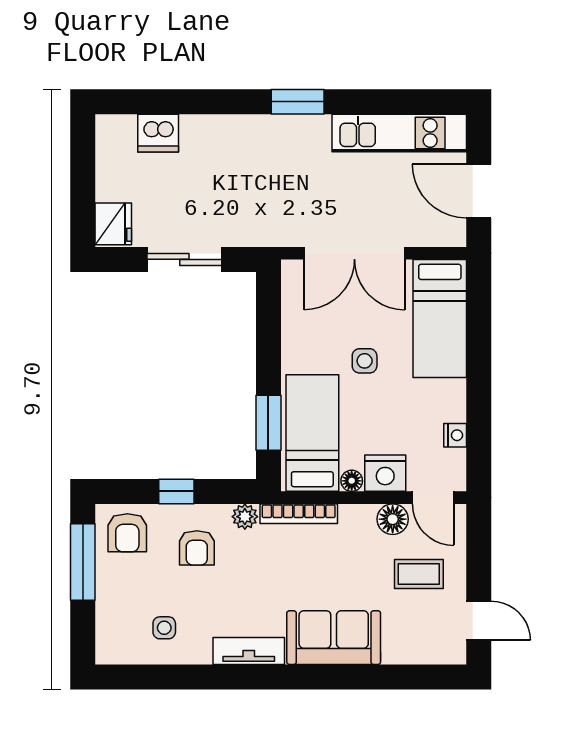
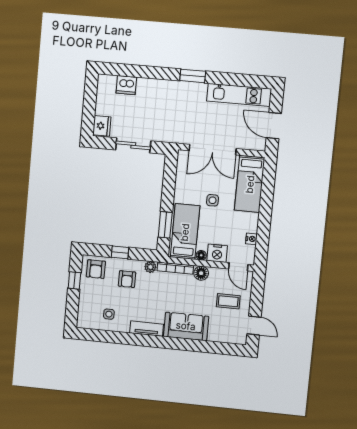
floor lamp: (393, 519) -> (201, 273), moved
window: (83, 562) -> (74, 280), width x0.46

